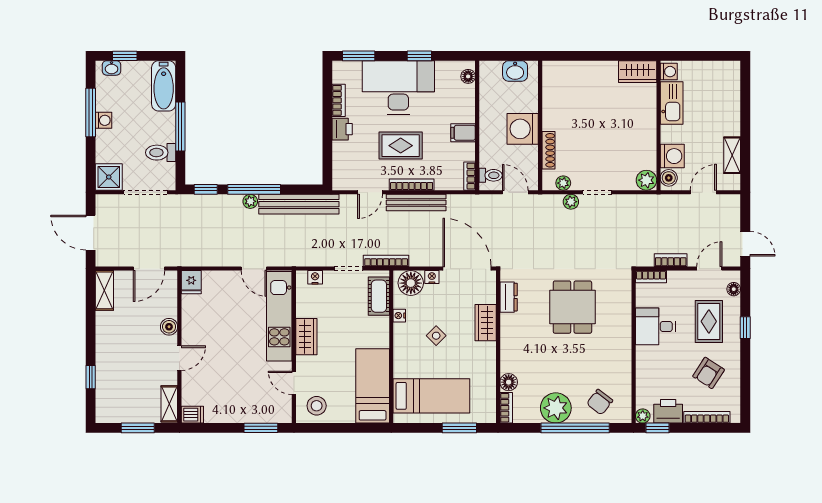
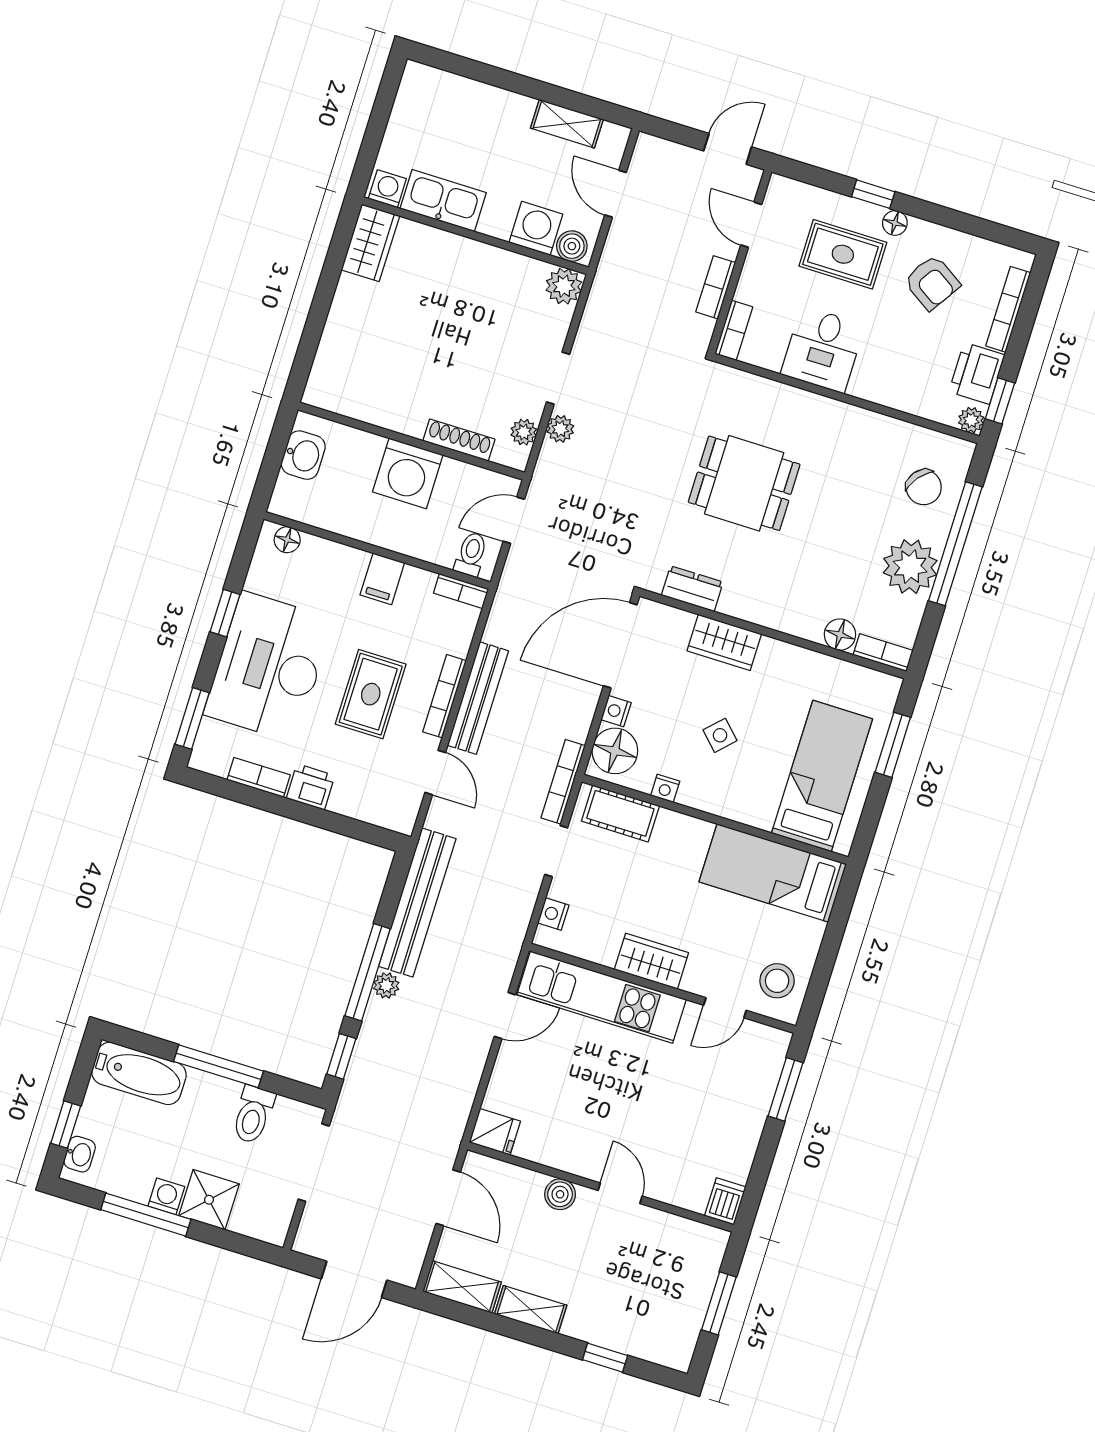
shower: (109, 177) -> (209, 1200), moved
floor lamp: (734, 289) -> (895, 223), moved
shelving: (169, 404) -> (531, 1310), moved

